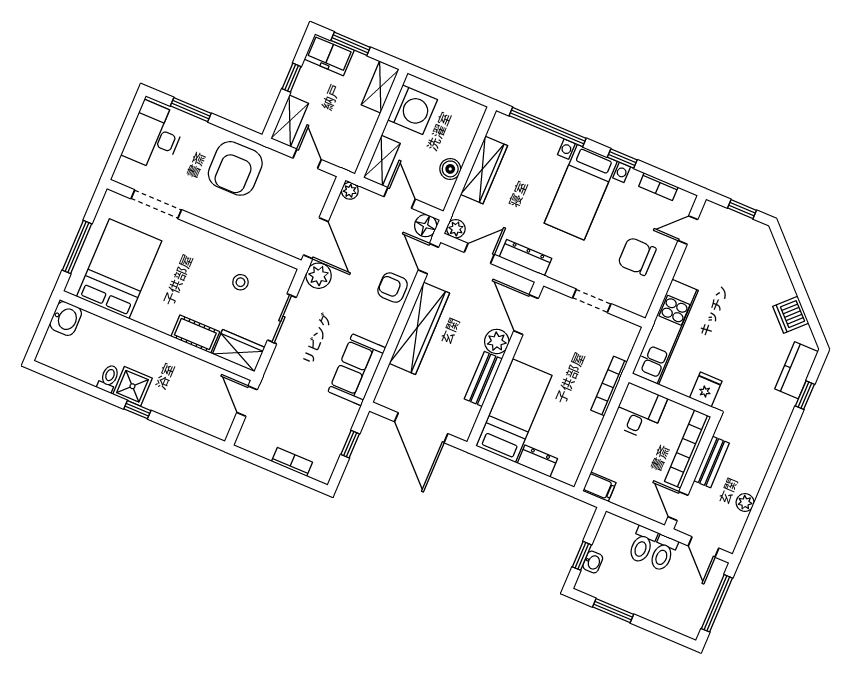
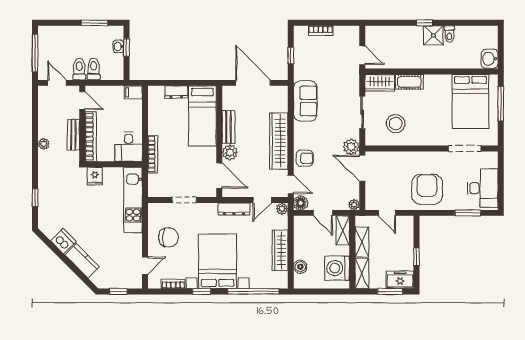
shelving: (290, 121) -> (362, 242), moved
boiler: (450, 169) -> (300, 267), moved
bed with nightstands: (581, 192) -> (218, 261), width x1.36
stool: (240, 282) -> (396, 124), width x1.89, depth x1.89
kitchen counter: (797, 370) -> (82, 261), moved, turned -45
plant: (745, 502) -> (44, 144), moved

